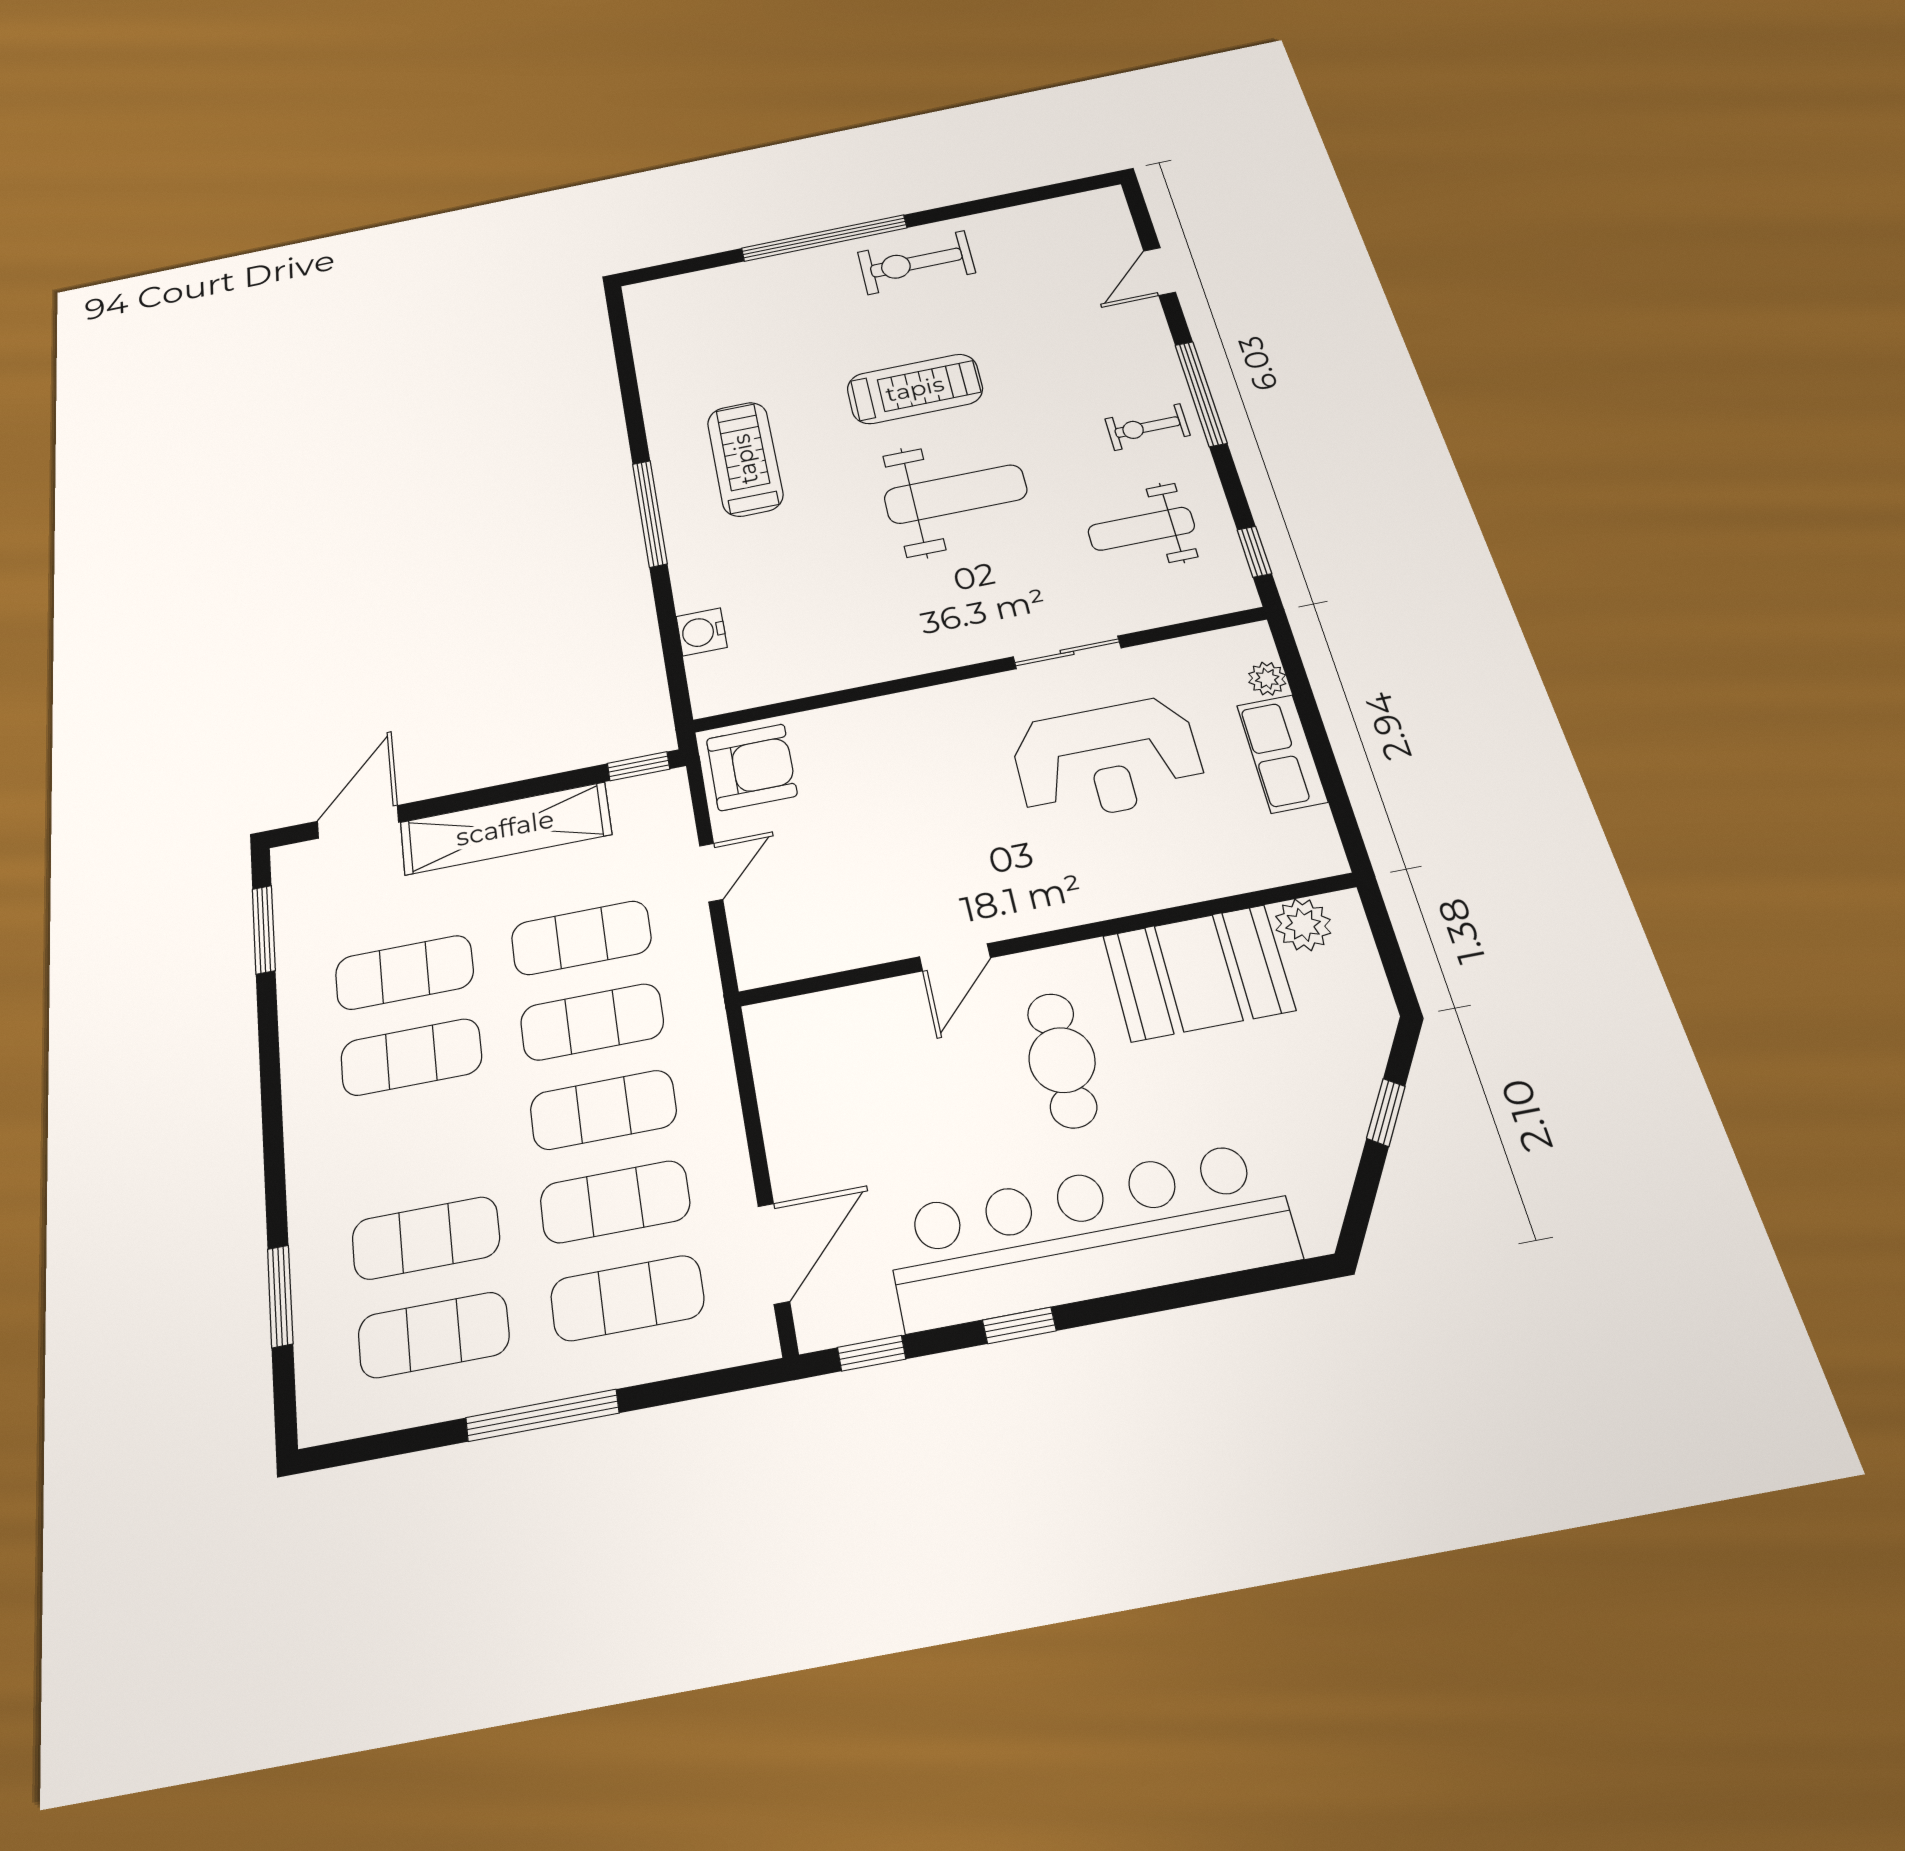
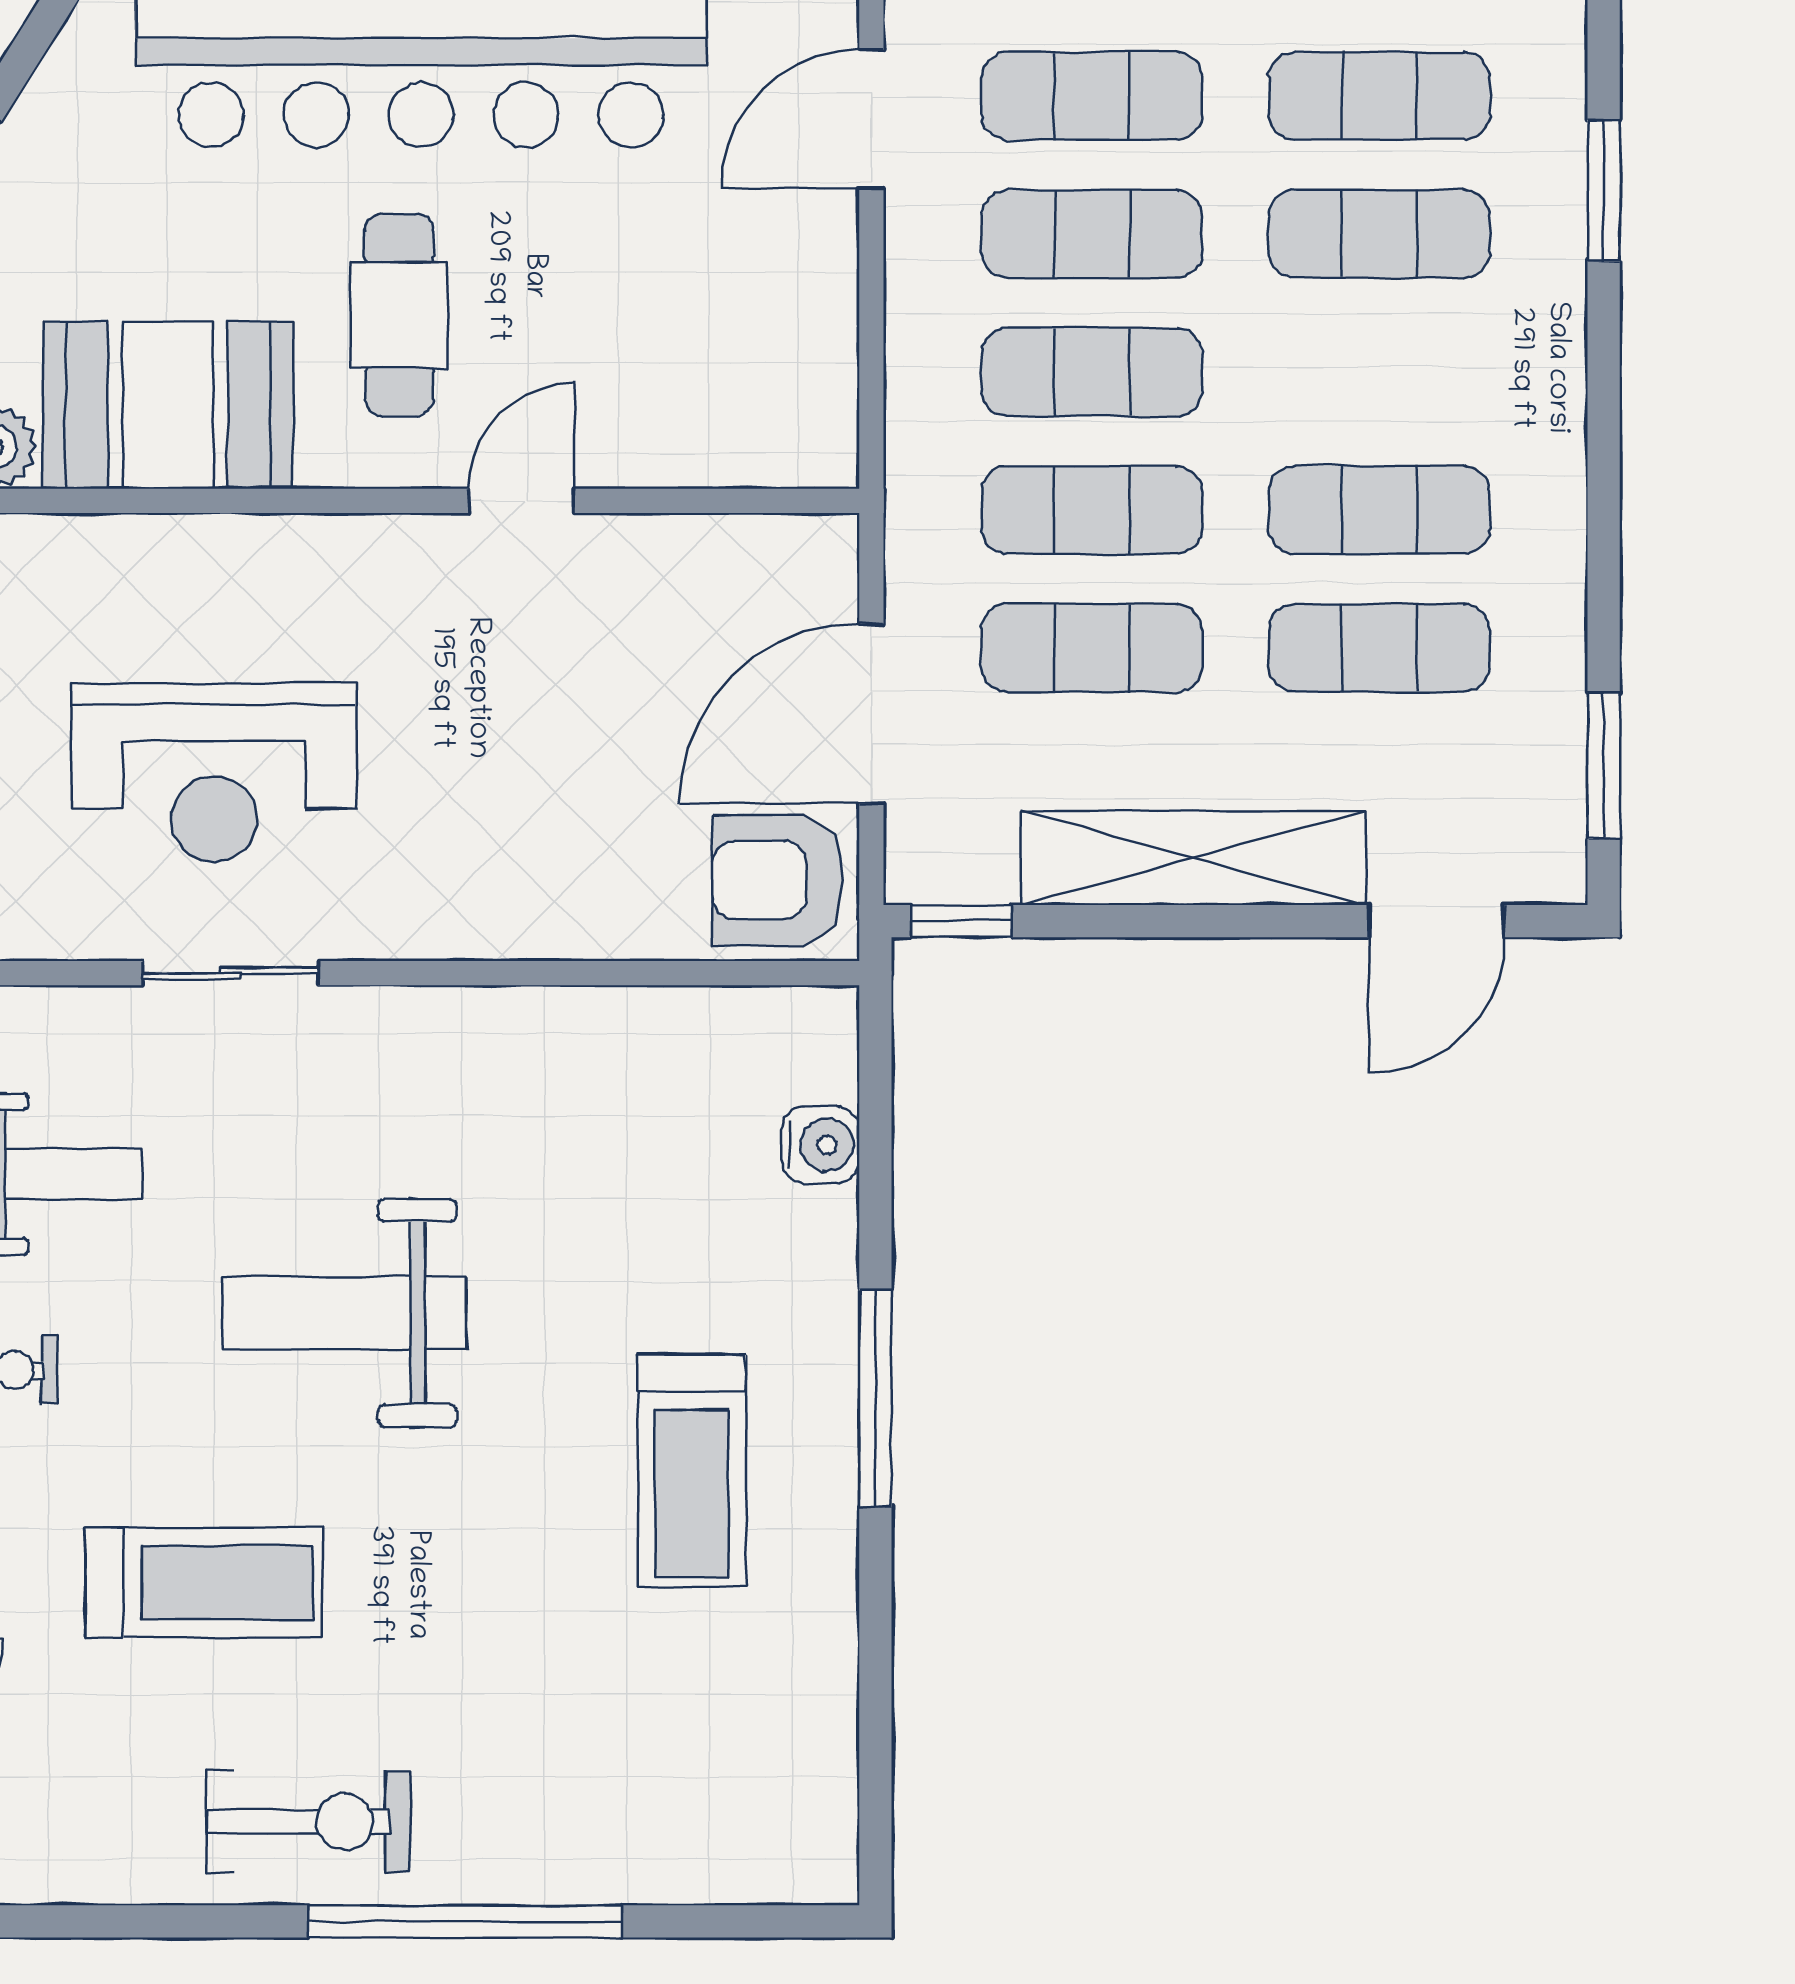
treadmill: (915, 389) -> (204, 1583), moved, turned 180
reception desk: (1107, 760) -> (214, 773), turned 180
door: (711, 873) -> (871, 714), width x1.87

